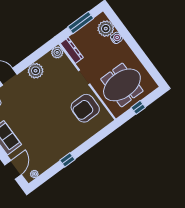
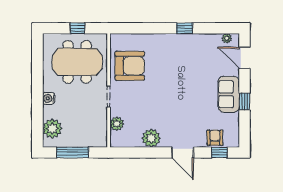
water cooler: (116, 38) -> (49, 98), moved
dresser: (72, 50) -> (101, 132), removed
plant: (57, 52) -> (117, 124), moved
door: (13, 170) -> (244, 58), hinge flipped

